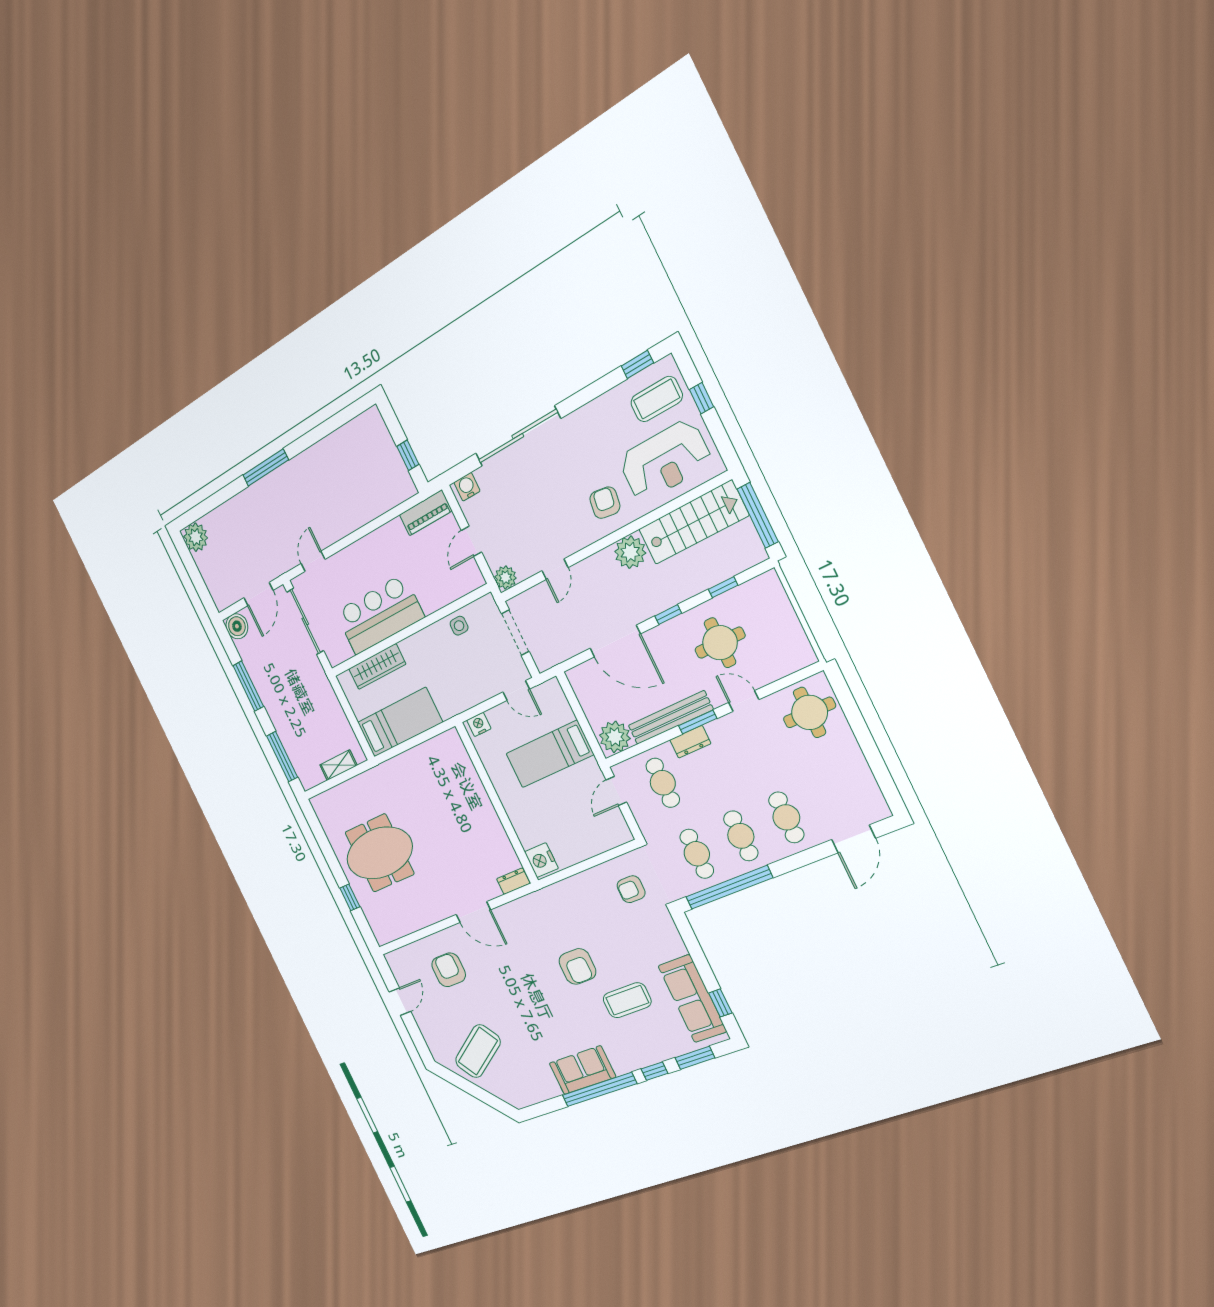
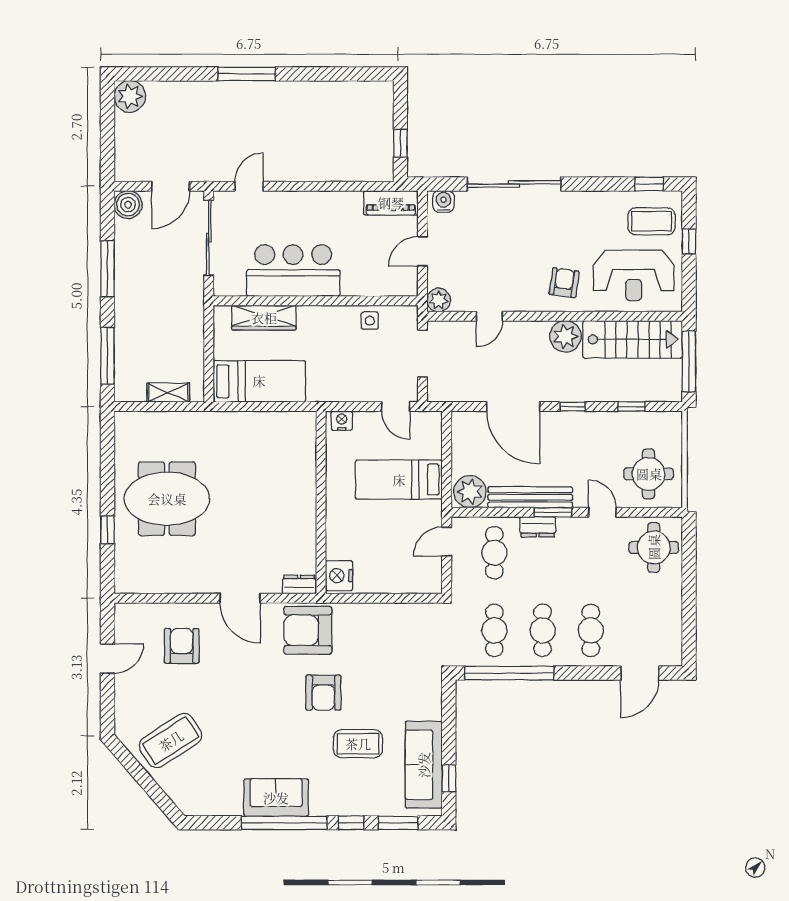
round table: (720, 643) -> (649, 474), moved
armchair: (631, 889) -> (308, 630), moved, width x1.88, depth x1.88

